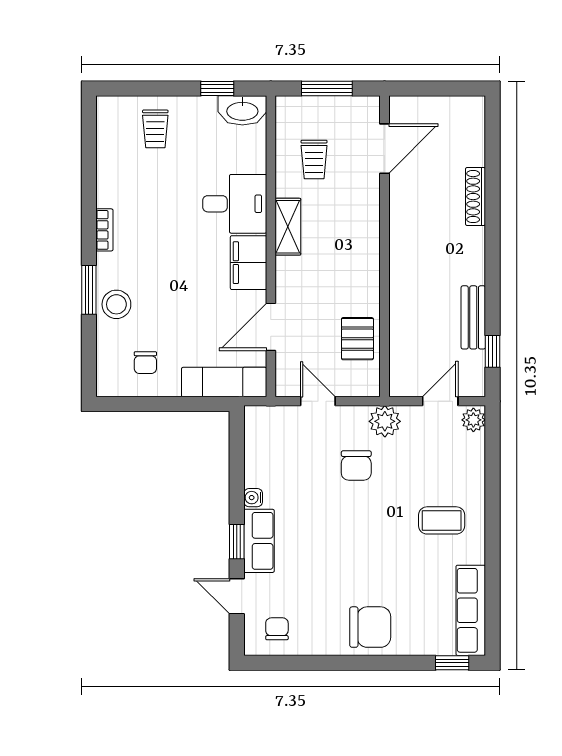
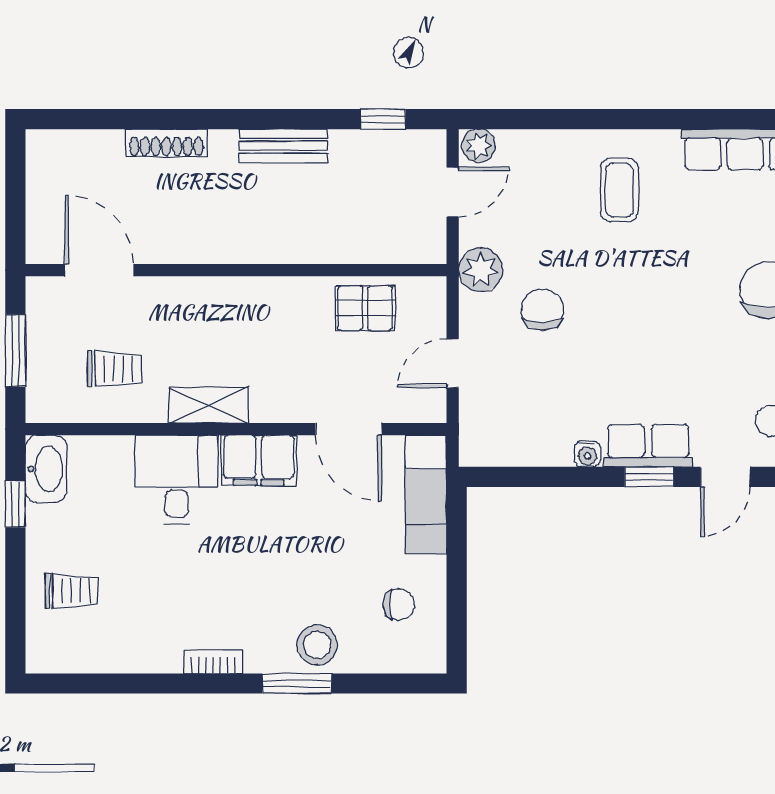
bench: (473, 317) -> (283, 146), moved
door: (440, 401) -> (453, 192), swing flipped
chair: (356, 465) -> (542, 310), turned -90

